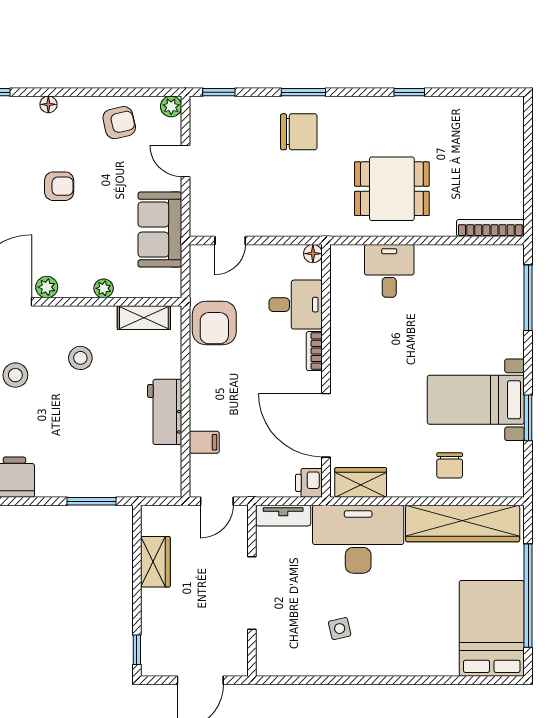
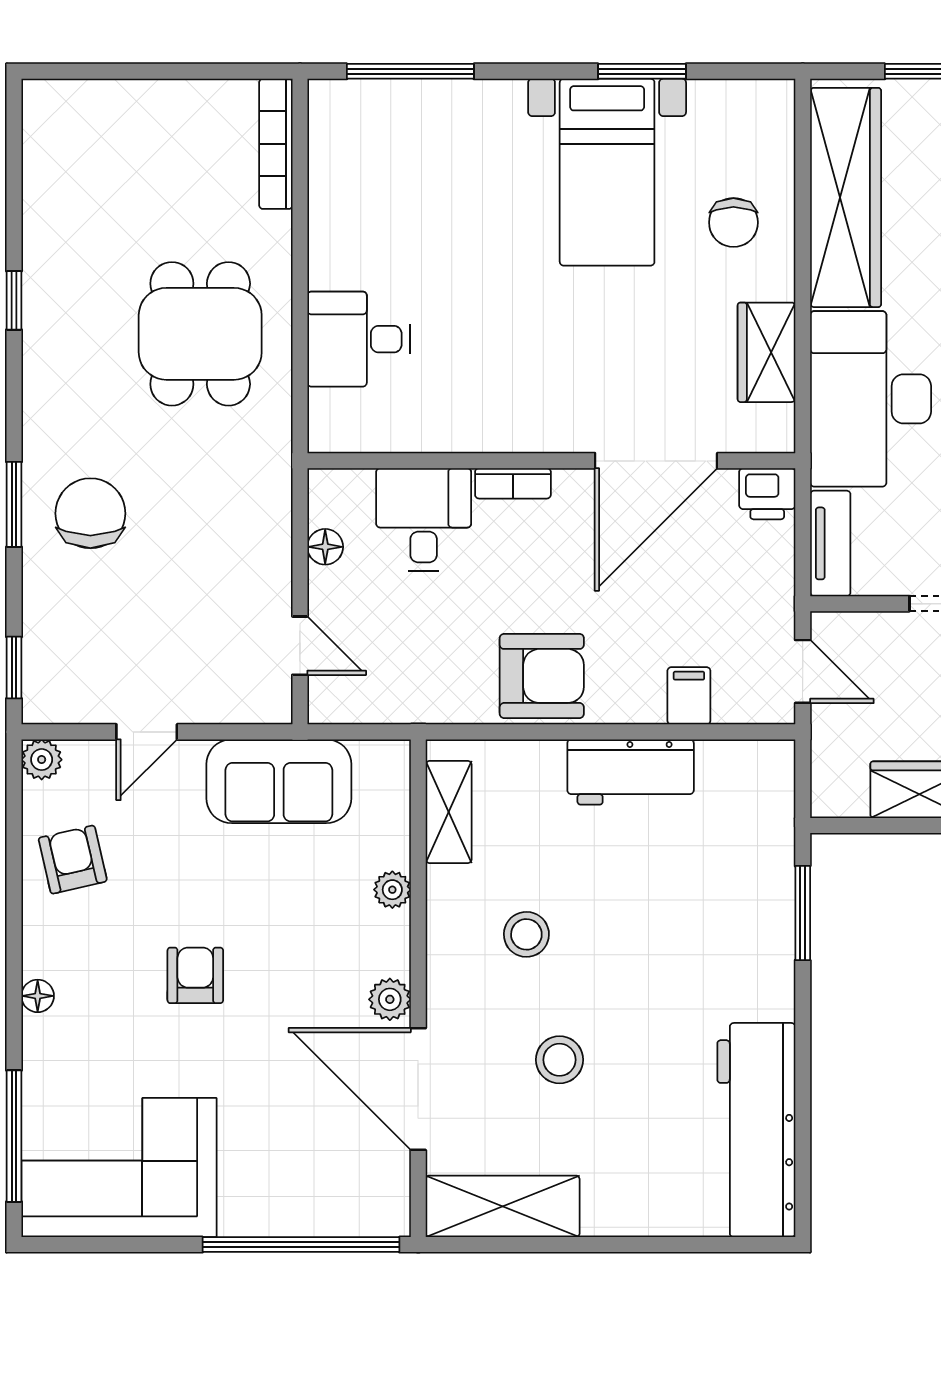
floor lamp: (313, 254) -> (325, 547), moved
armchair: (214, 323) -> (542, 676), moved
chair: (450, 465) -> (733, 222), turned 90
wardrobe: (361, 482) -> (766, 352), moved

